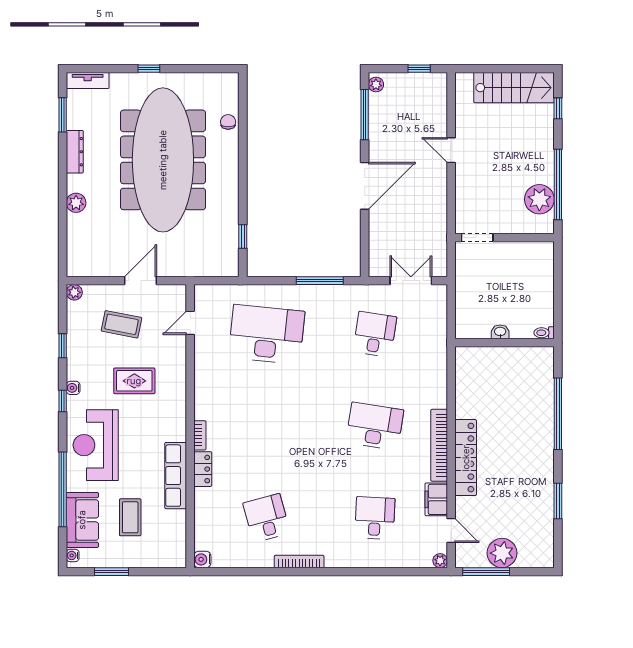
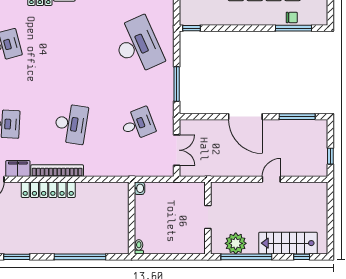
plant: (376, 85) -> (319, 125), removed
stairs: (514, 88) -> (288, 243), moved, turned 90
window: (243, 119) -> (294, 28), added
window: (243, 236) -> (191, 28), moved
doorway: (477, 238) -> (208, 217), moved
washbasin: (500, 332) -> (139, 188), moved
desk: (266, 334) -> (138, 45), turned -30
desk: (375, 334) -> (138, 124), turned -30

